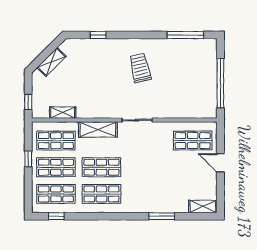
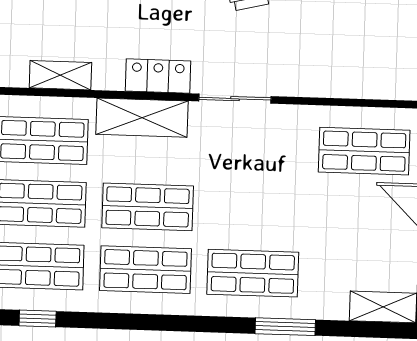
locker: (104, 112) -> (158, 76), added
shop shelf: (147, 194) -> (253, 273), added

